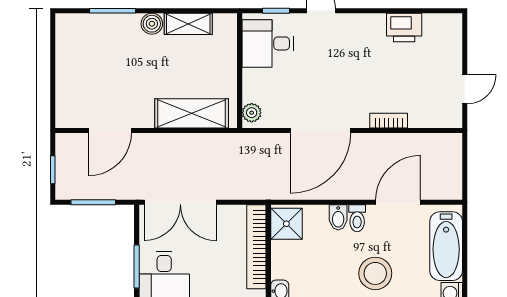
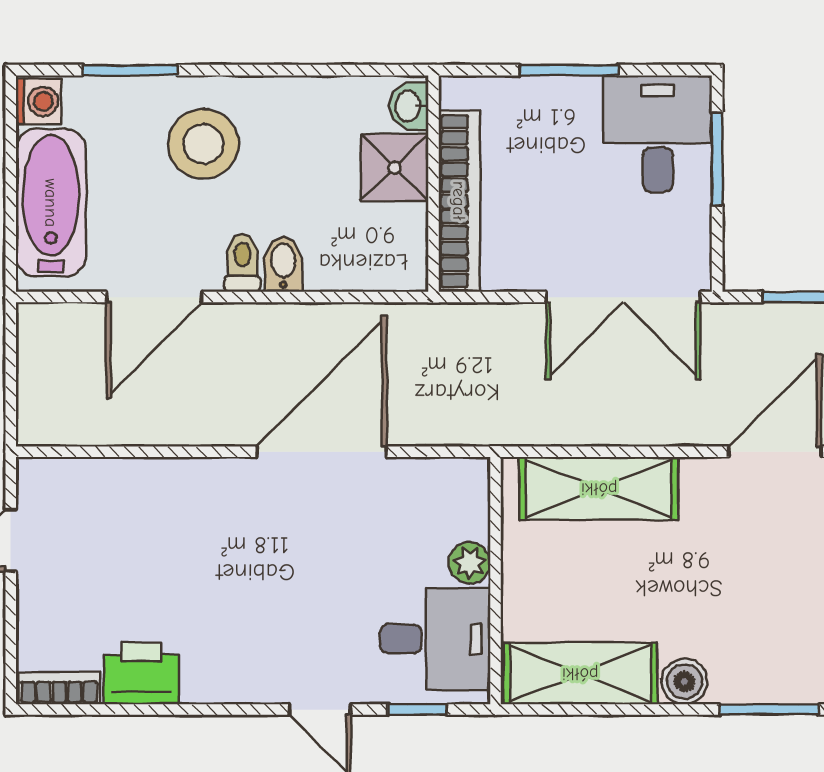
shelving: (188, 24) -> (580, 674), width x1.50, depth x1.33
plant: (252, 113) -> (470, 563), moved
bookcase: (389, 121) -> (59, 688), moved, turned 180
double door: (180, 202) -> (623, 297), swing flipped
shower: (286, 224) -> (395, 168), moved

